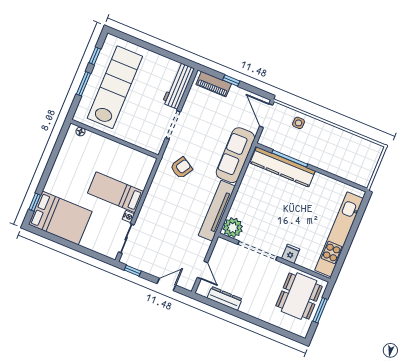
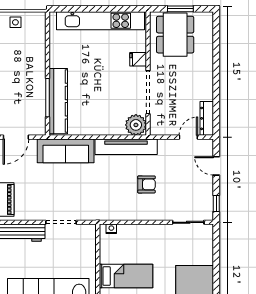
side table: (298, 123) -> (15, 22), moved
armchair: (181, 168) -> (146, 184), moved, turned 149
bed: (116, 192) -> (126, 276), moved, turned -90
nightstand: (128, 217) -> (111, 229), moved
dining table: (299, 296) -> (175, 35), turned 90
dresser: (225, 299) -> (207, 118), moved

